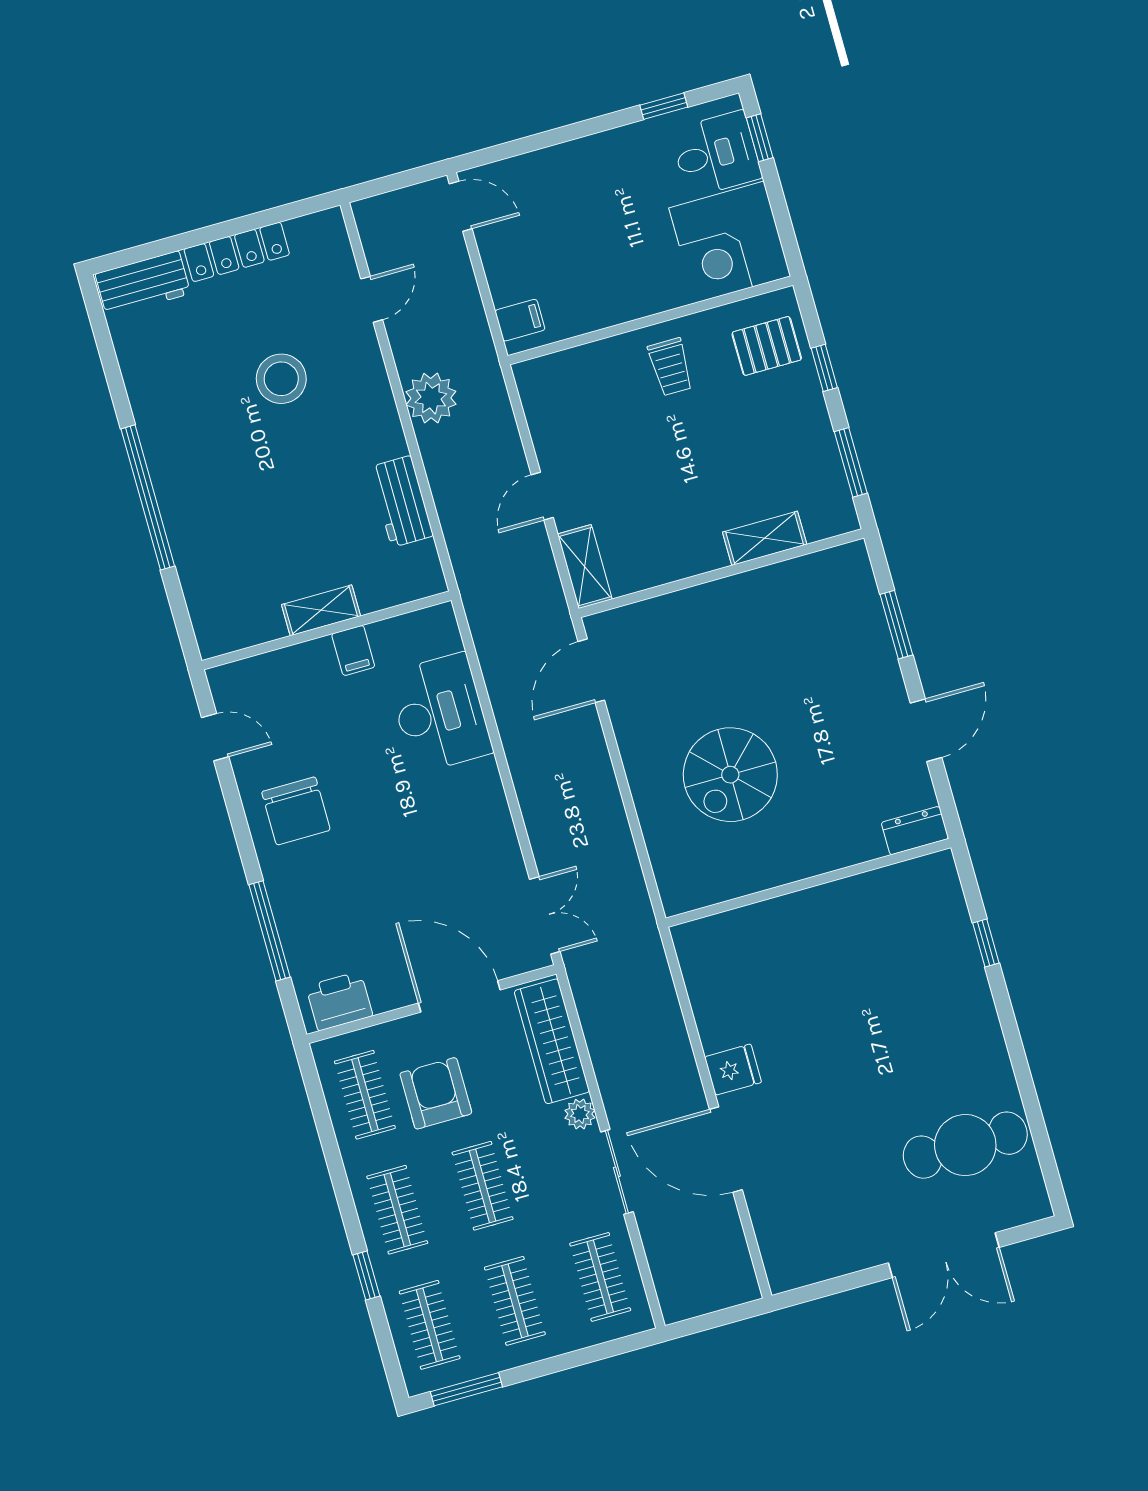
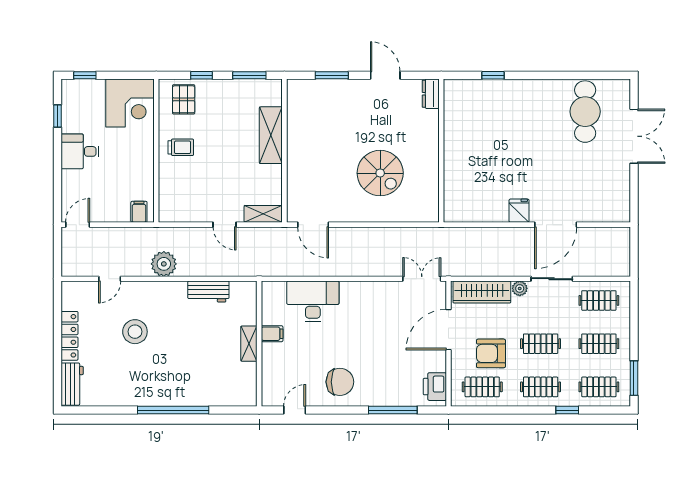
desk: (716, 154) -> (80, 151), moved, turned -90
door: (372, 299) -> (110, 279), swing flipped
shelving: (765, 538) -> (271, 135), width x1.50, depth x1.33

